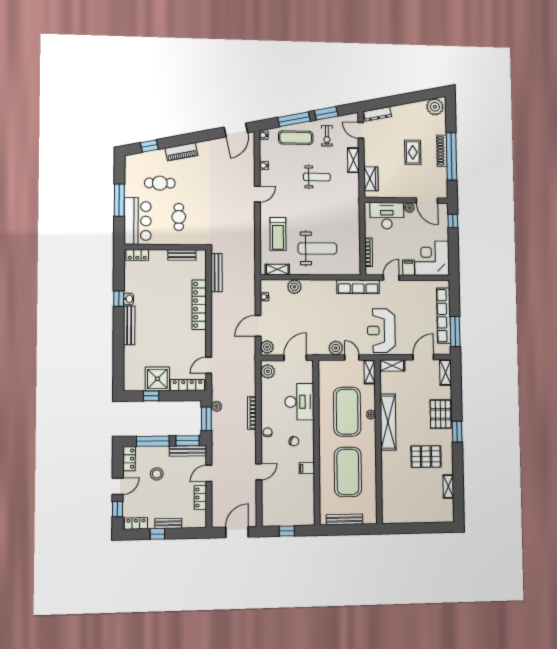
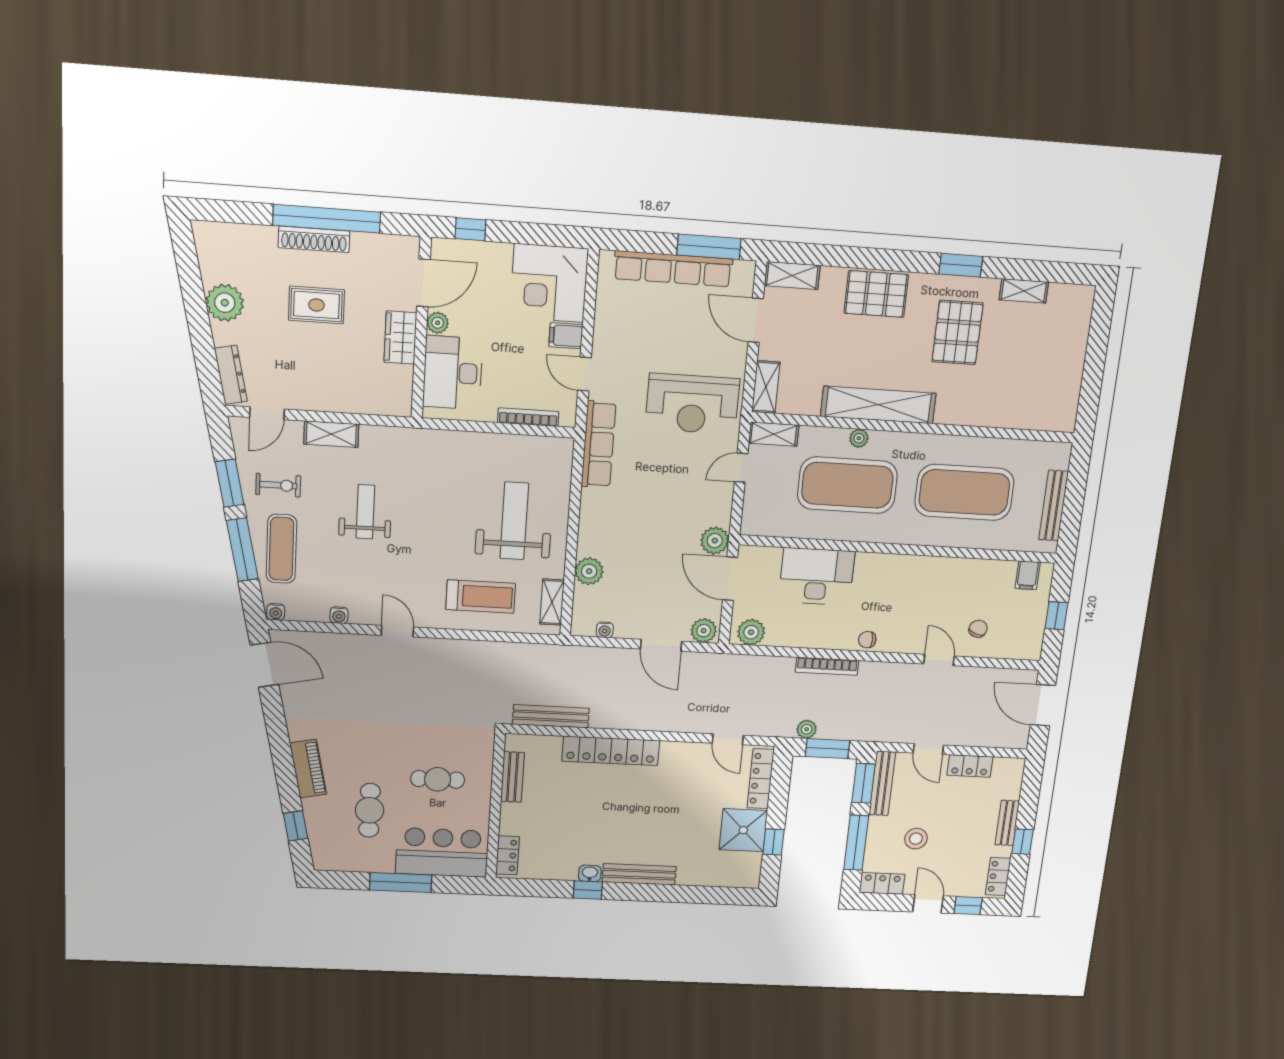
plant: (435, 107) -> (225, 303), moved
wardrobe: (371, 179) -> (400, 338), moved, turned -90
plant: (336, 348) -> (715, 541), moved
window: (457, 432) -> (961, 265), moved
chair: (294, 441) -> (978, 629), moved
filing cabinet: (307, 468) -> (1028, 575), moved

